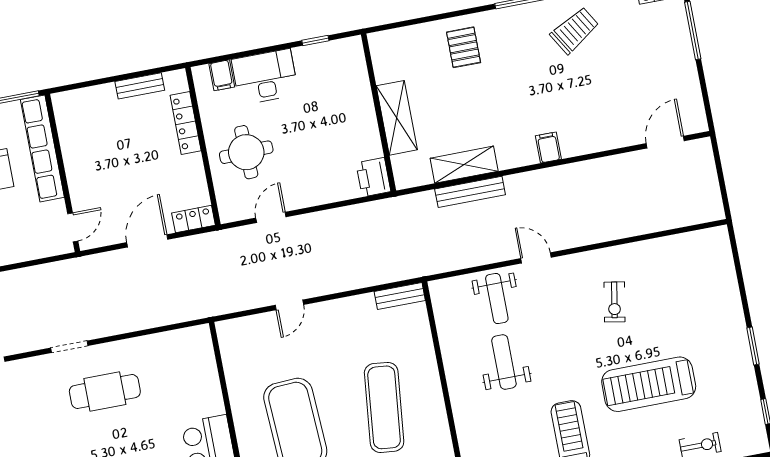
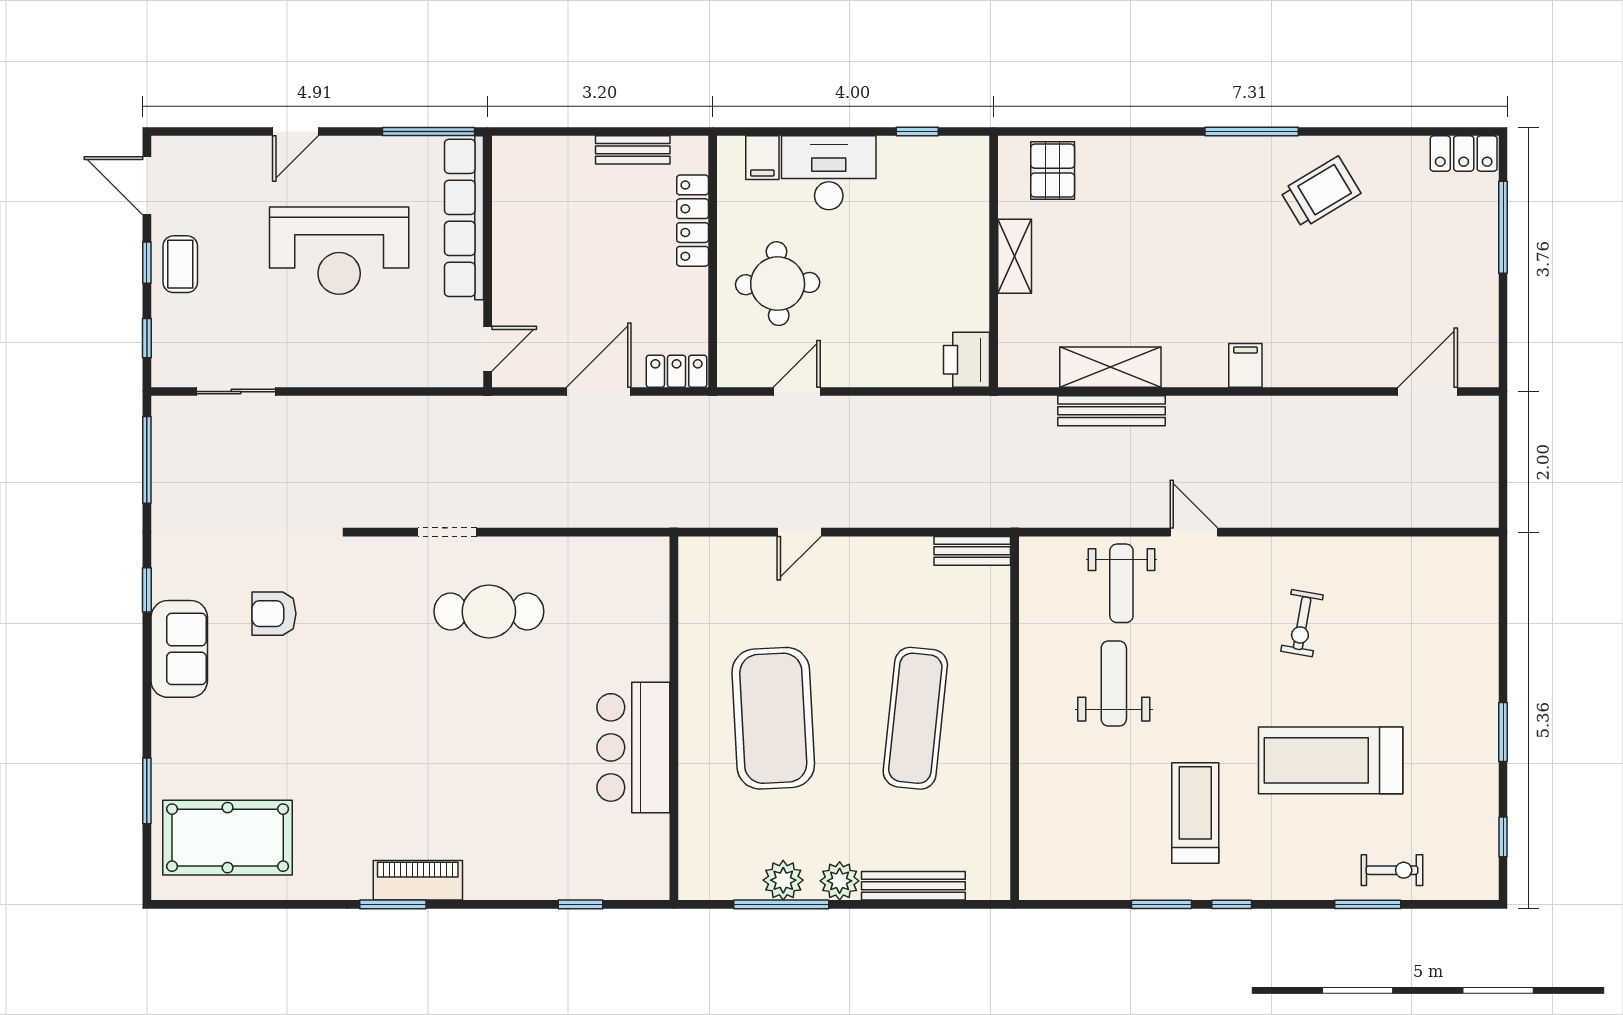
pallet: (464, 47) -> (1053, 171), moved
shelving: (397, 118) -> (1015, 256), width x0.67, depth x0.75

